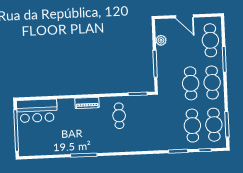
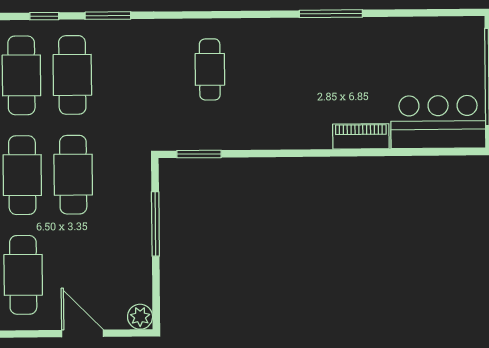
plant: (161, 40) -> (140, 317), moved
piano: (87, 103) -> (361, 136), moved
cafe table: (119, 116) -> (210, 69), moved

